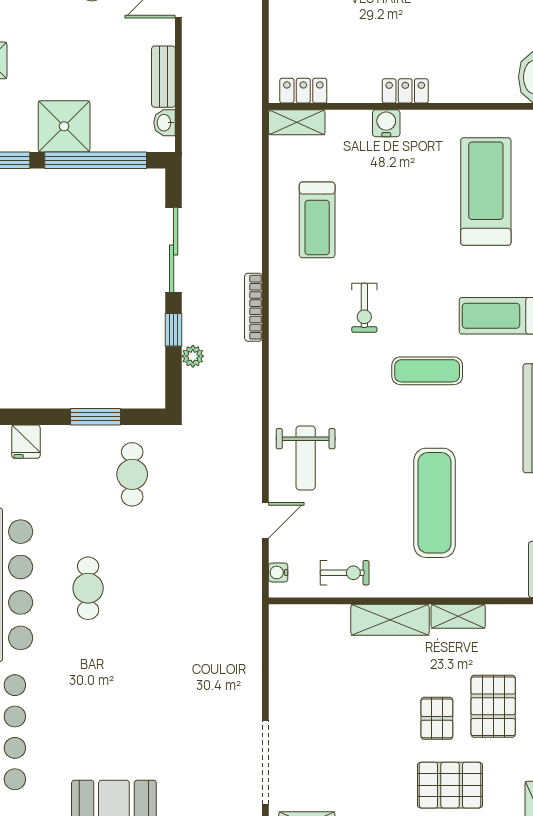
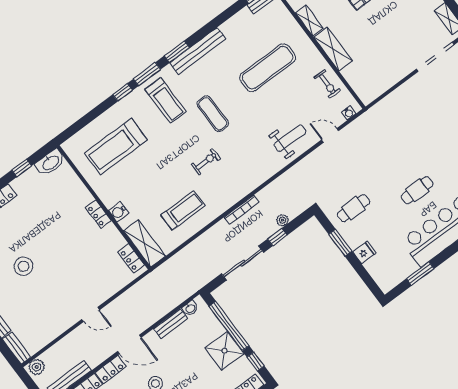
shelving: (297, 122) -> (144, 243), width x1.50, depth x1.33
fridge: (26, 442) -> (364, 252), moved
exercise bike: (345, 573) -> (327, 84), turned 180

